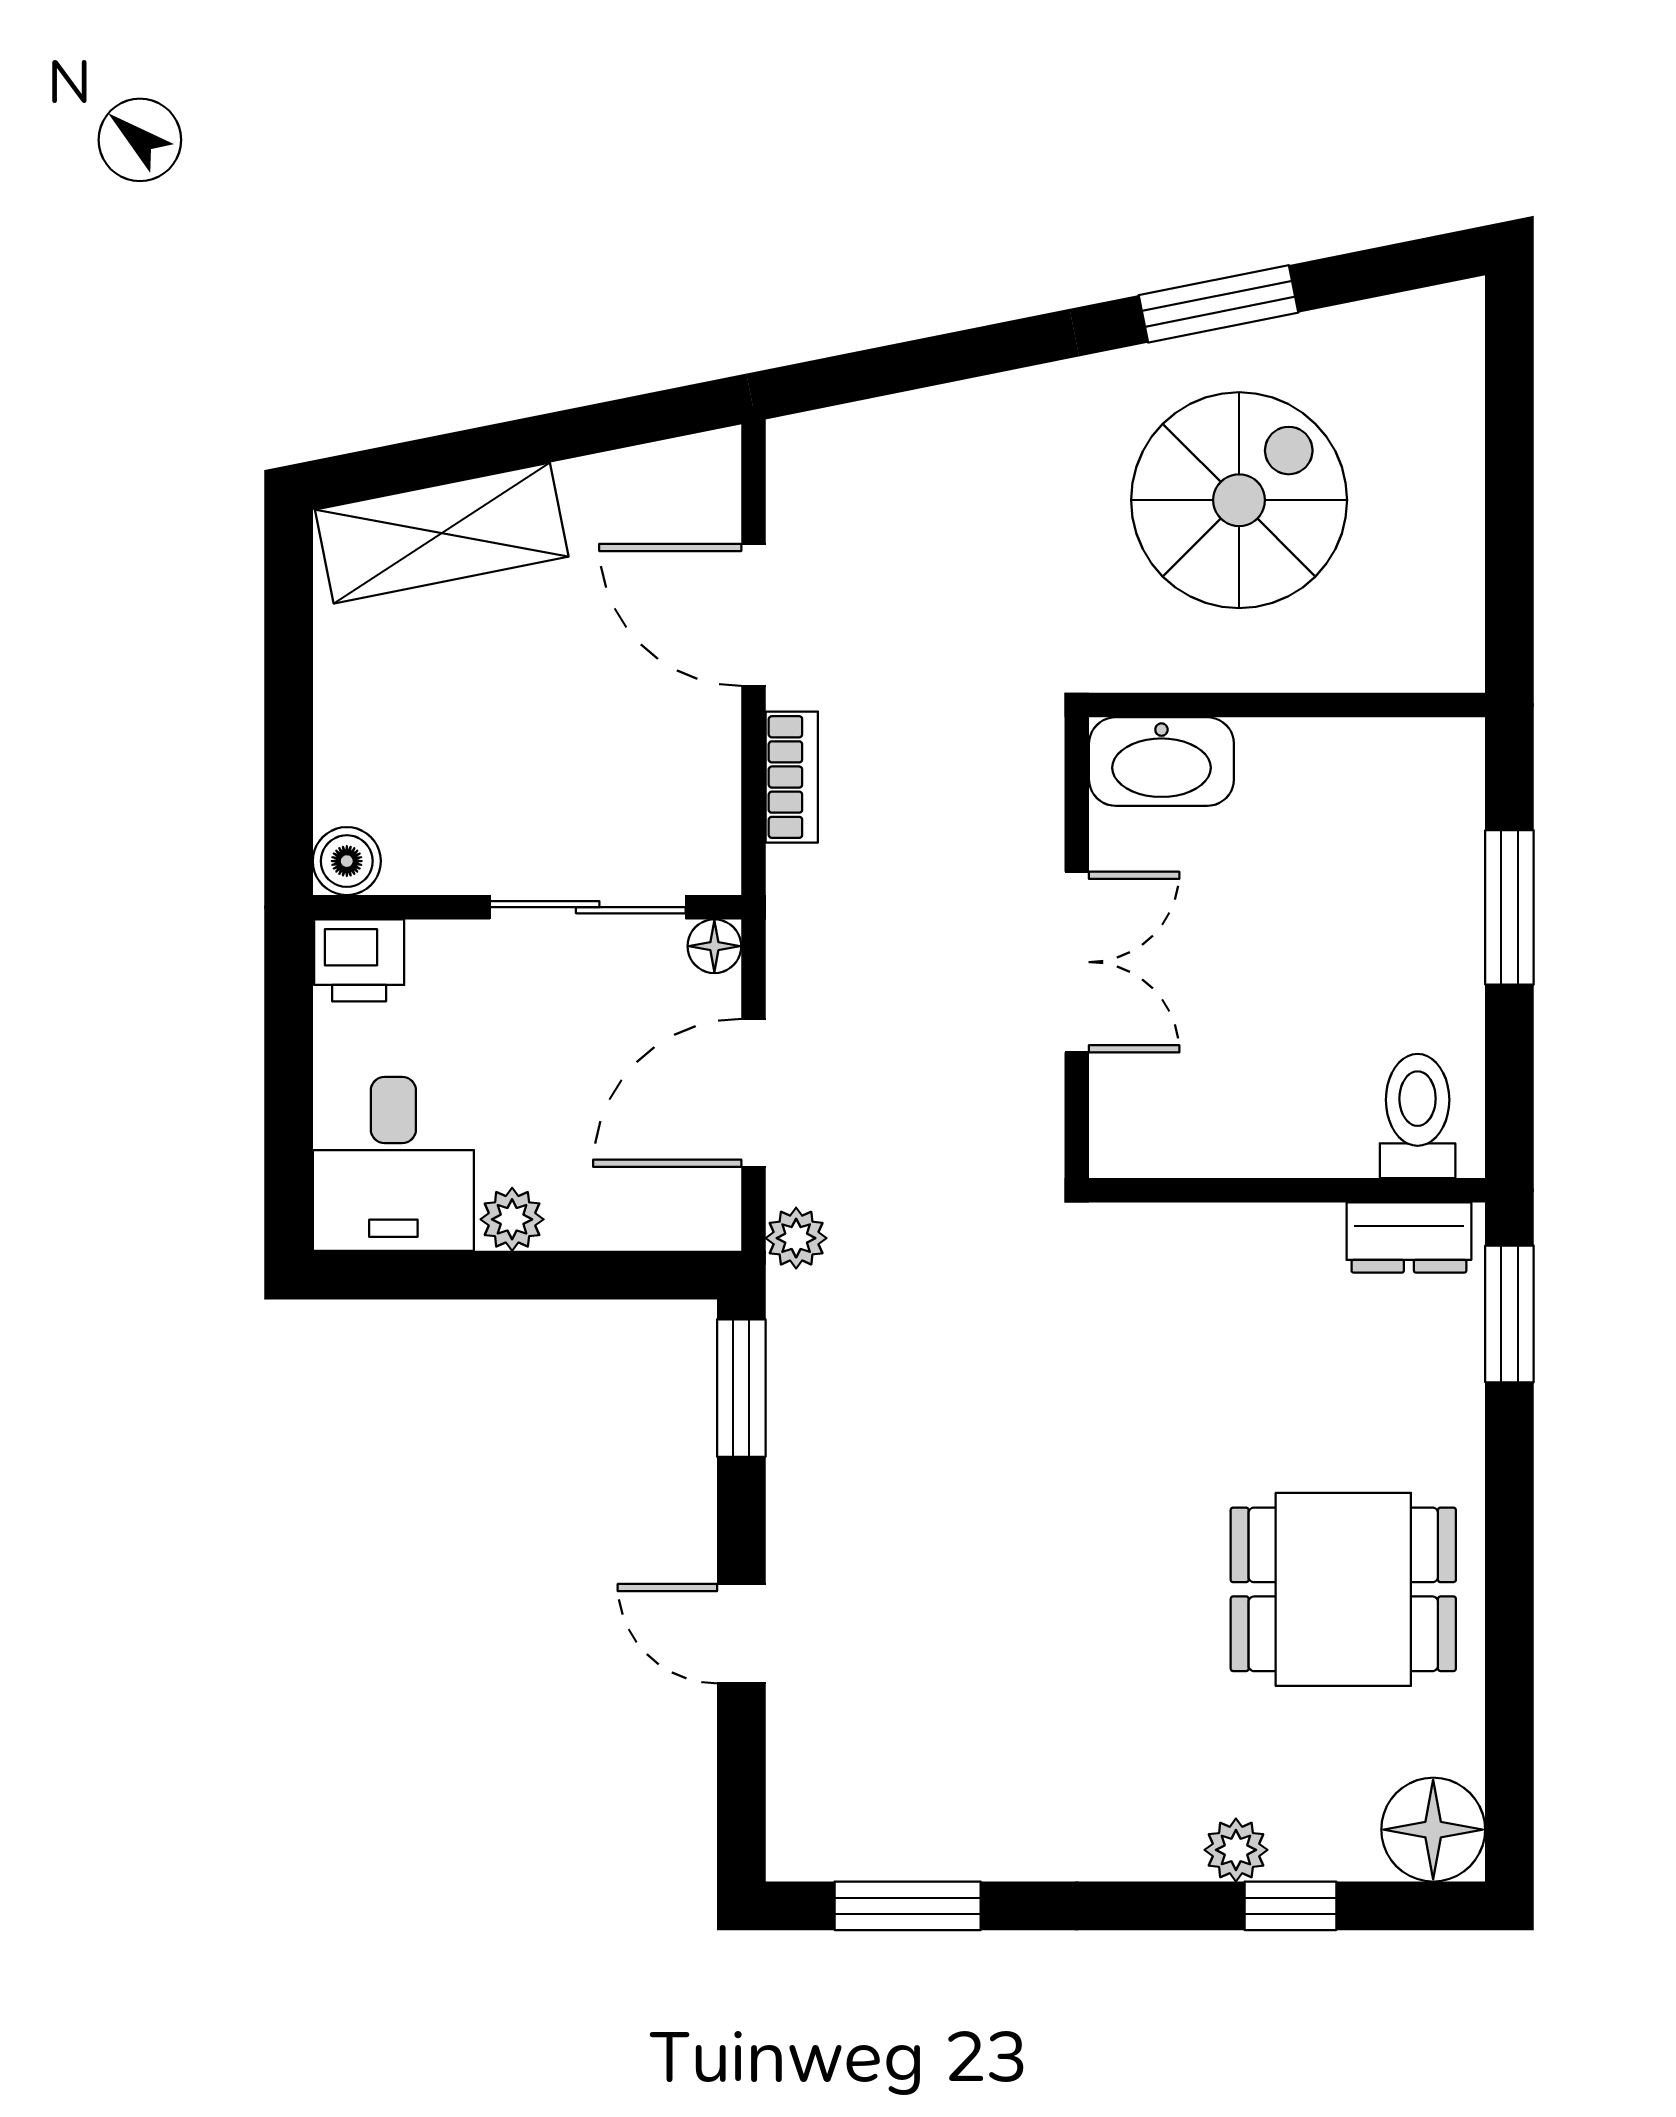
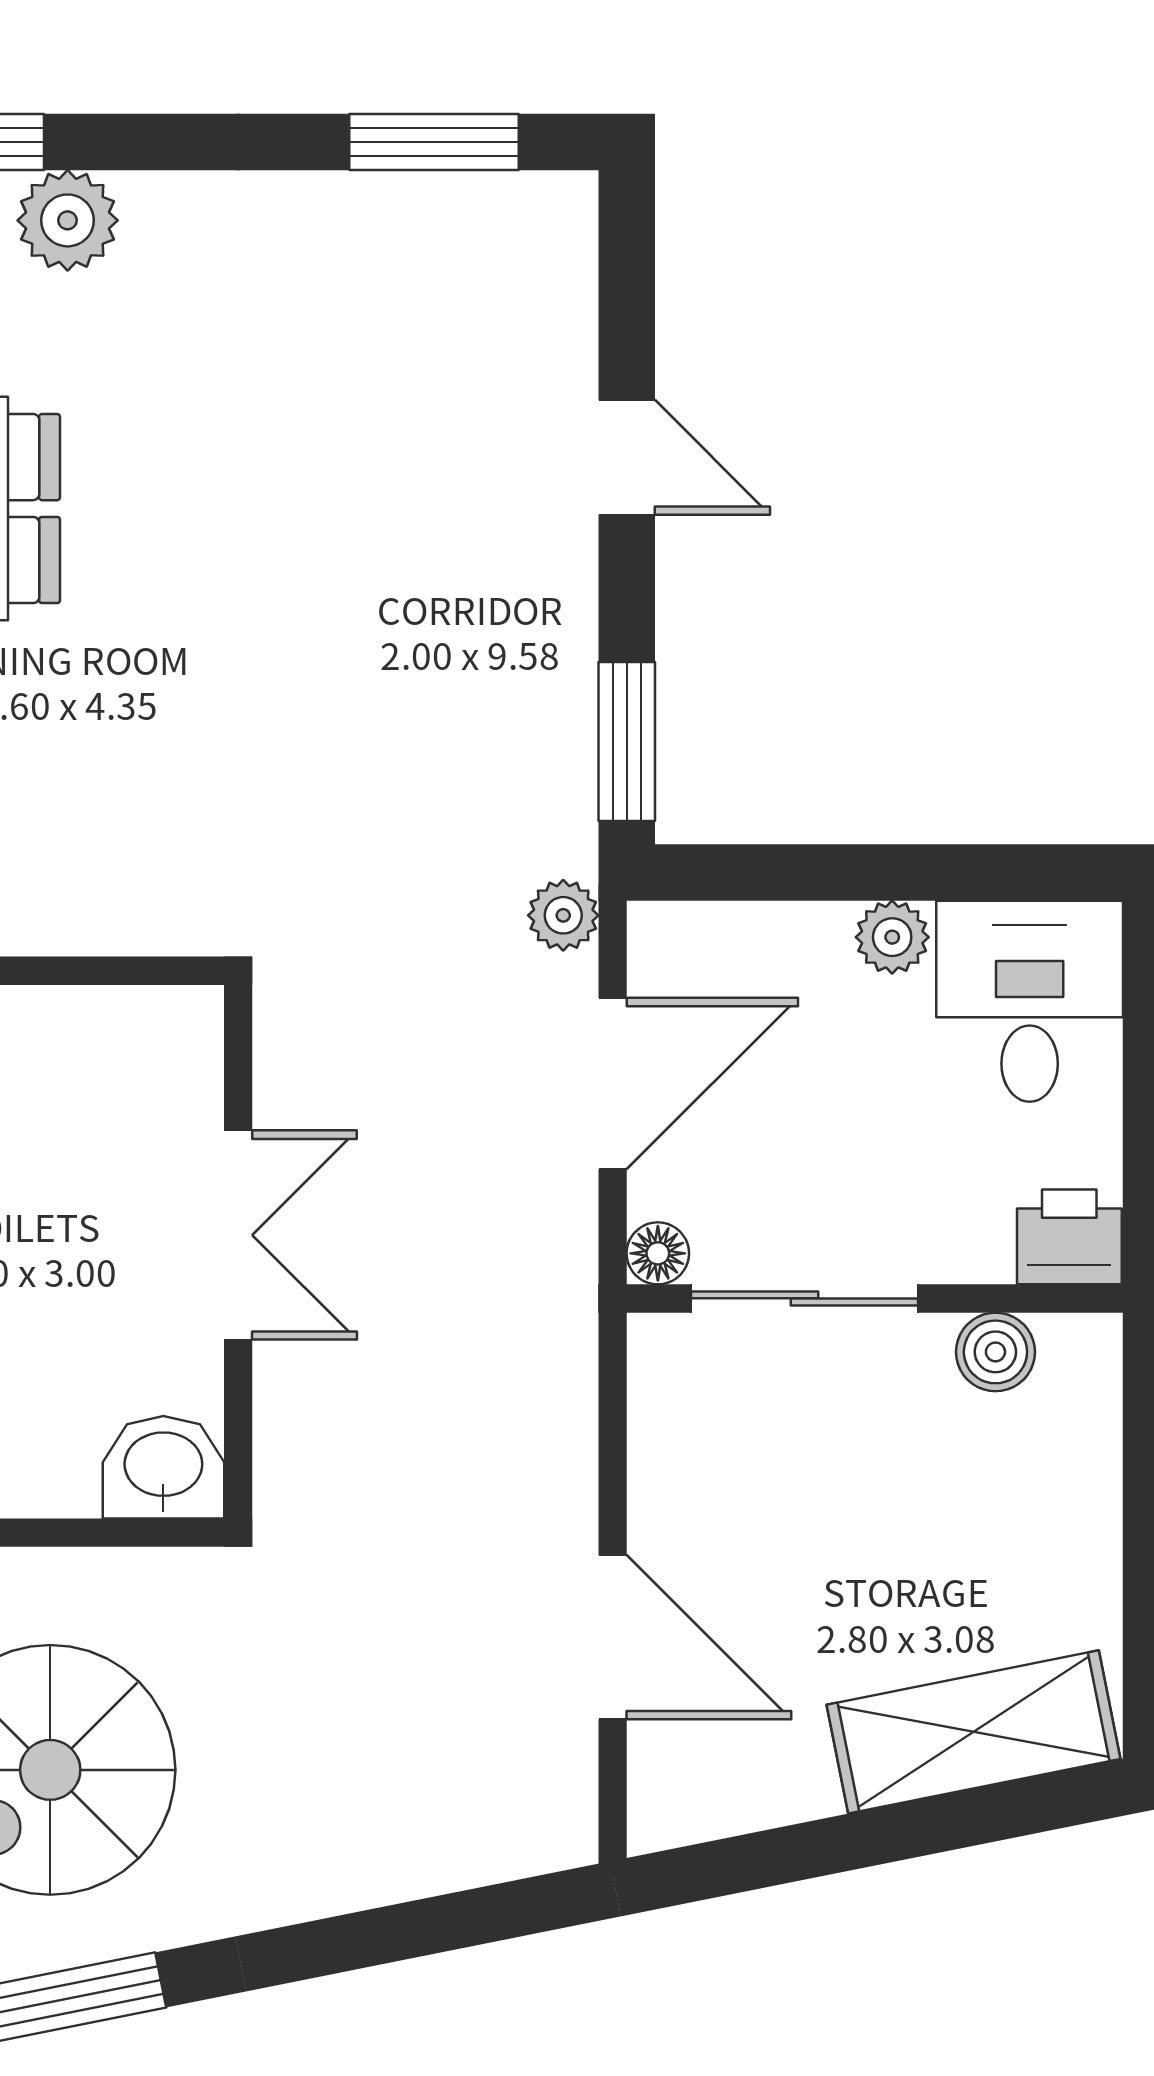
washbasin: (1161, 762) -> (163, 1467), width x0.72
bookcase: (792, 777) -> (568, 1449), removed
boiler: (347, 861) -> (995, 1352), moved
double door: (1077, 962) -> (238, 1235), swing flipped
plant: (1236, 1850) -> (68, 220), width x1.38, depth x1.38

